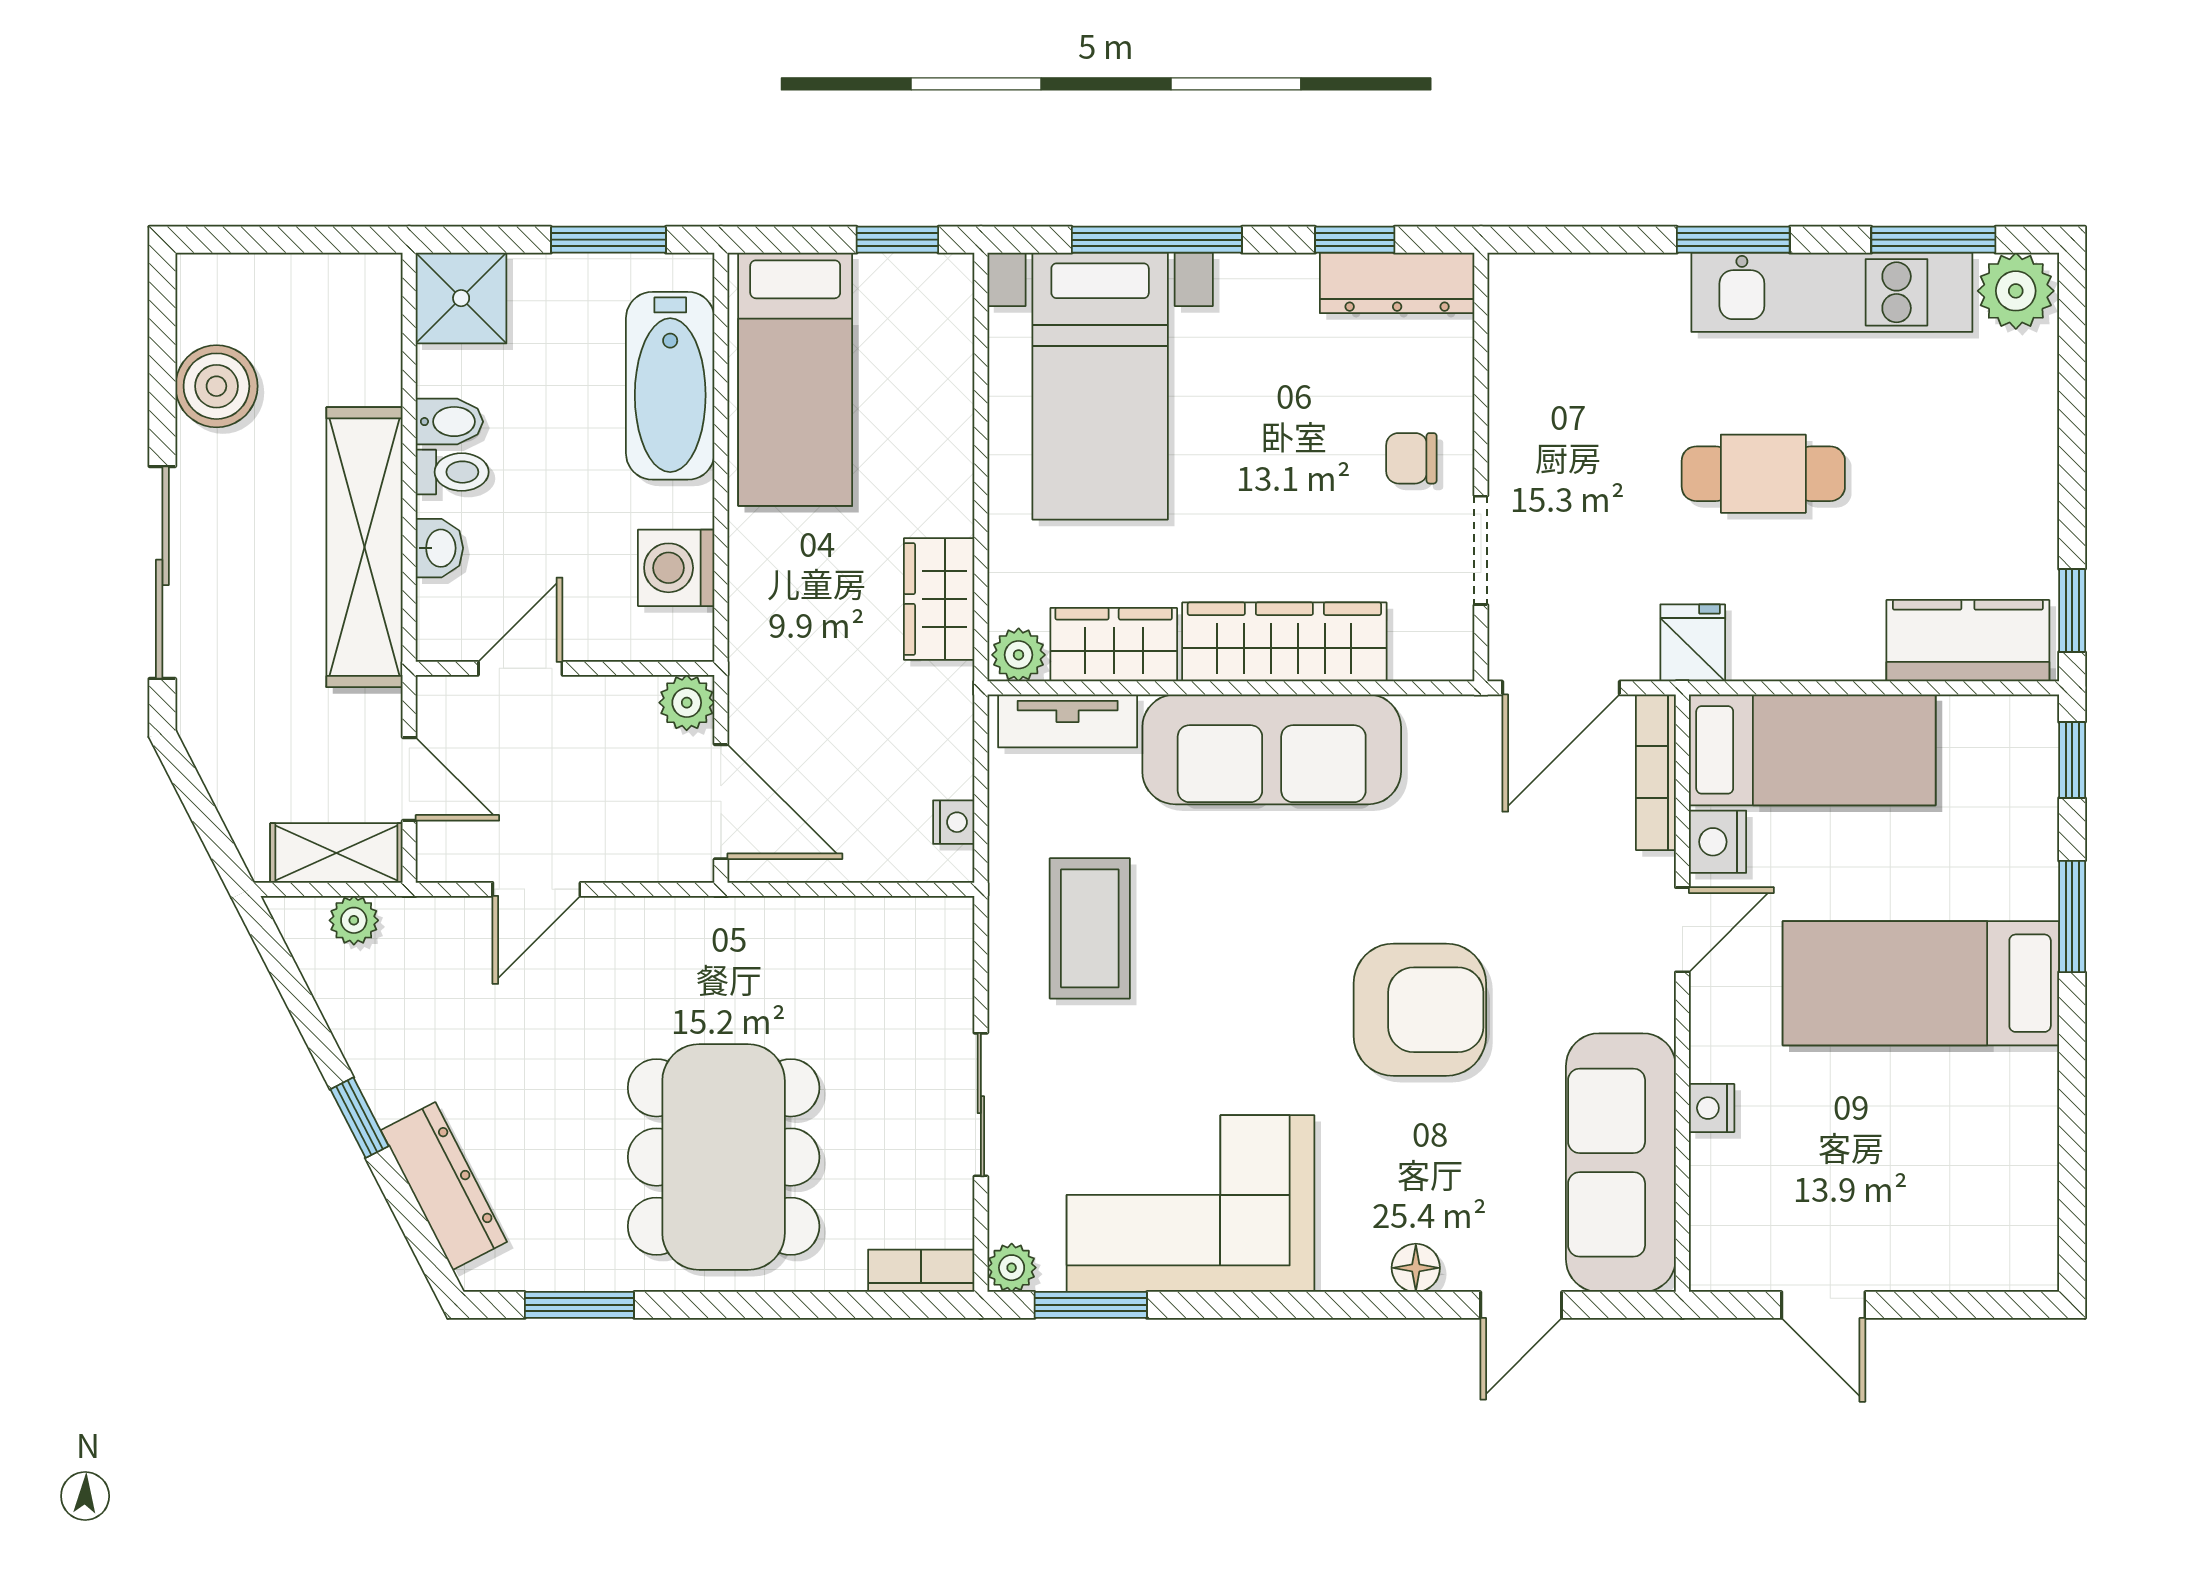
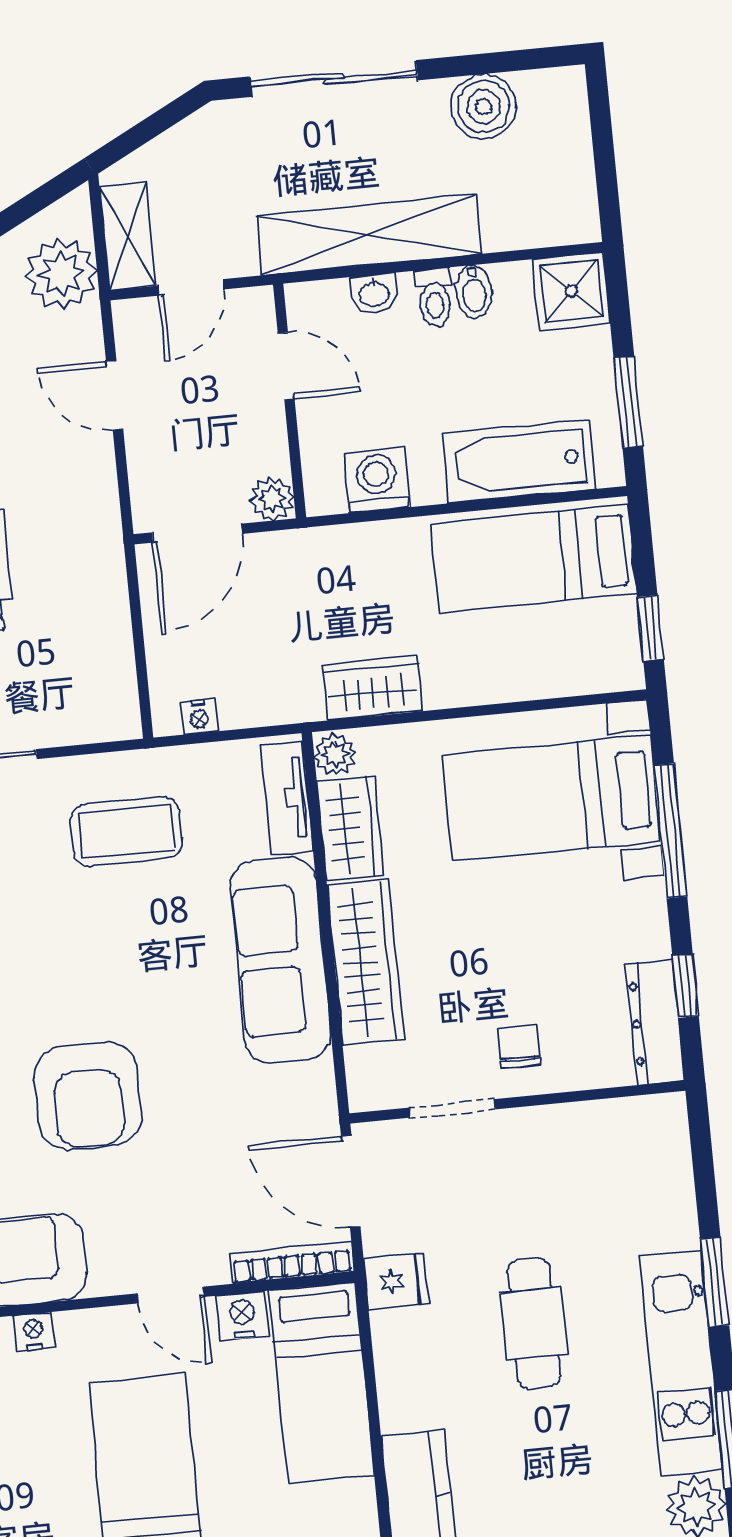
plant: (354, 920) -> (61, 273), width x1.88, depth x1.88

